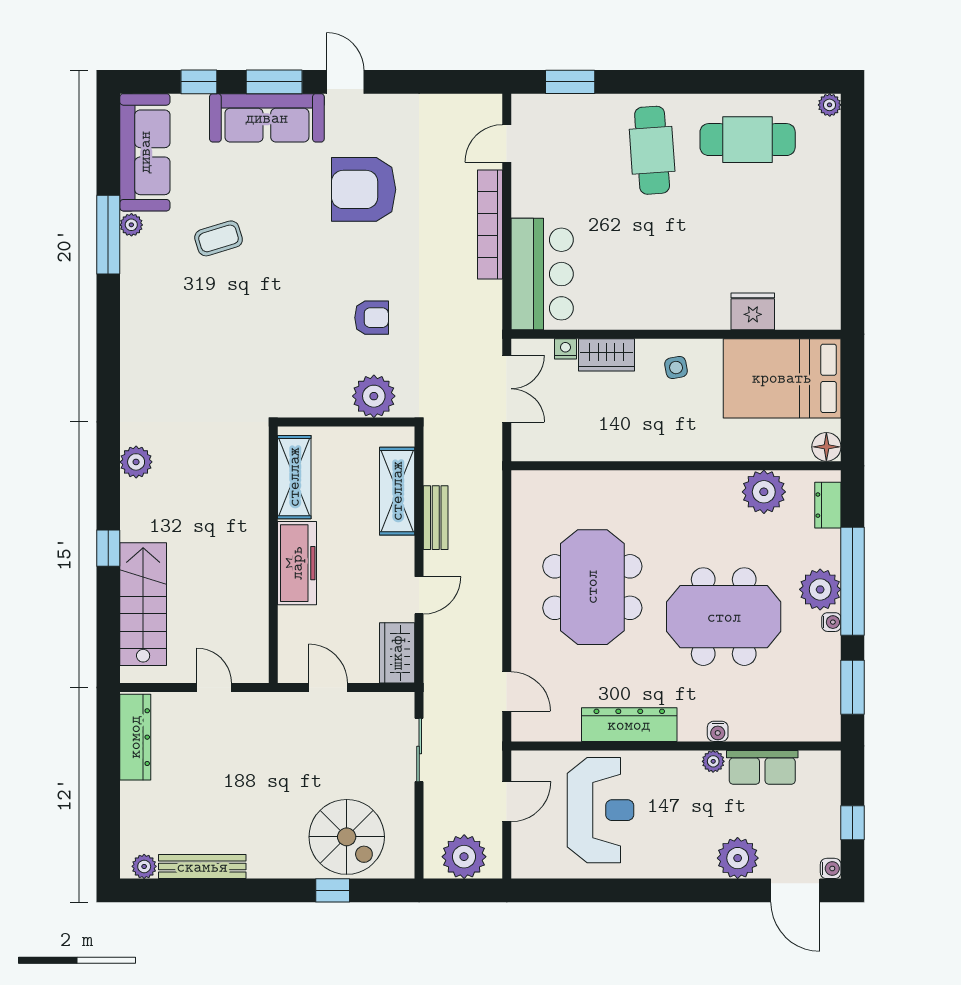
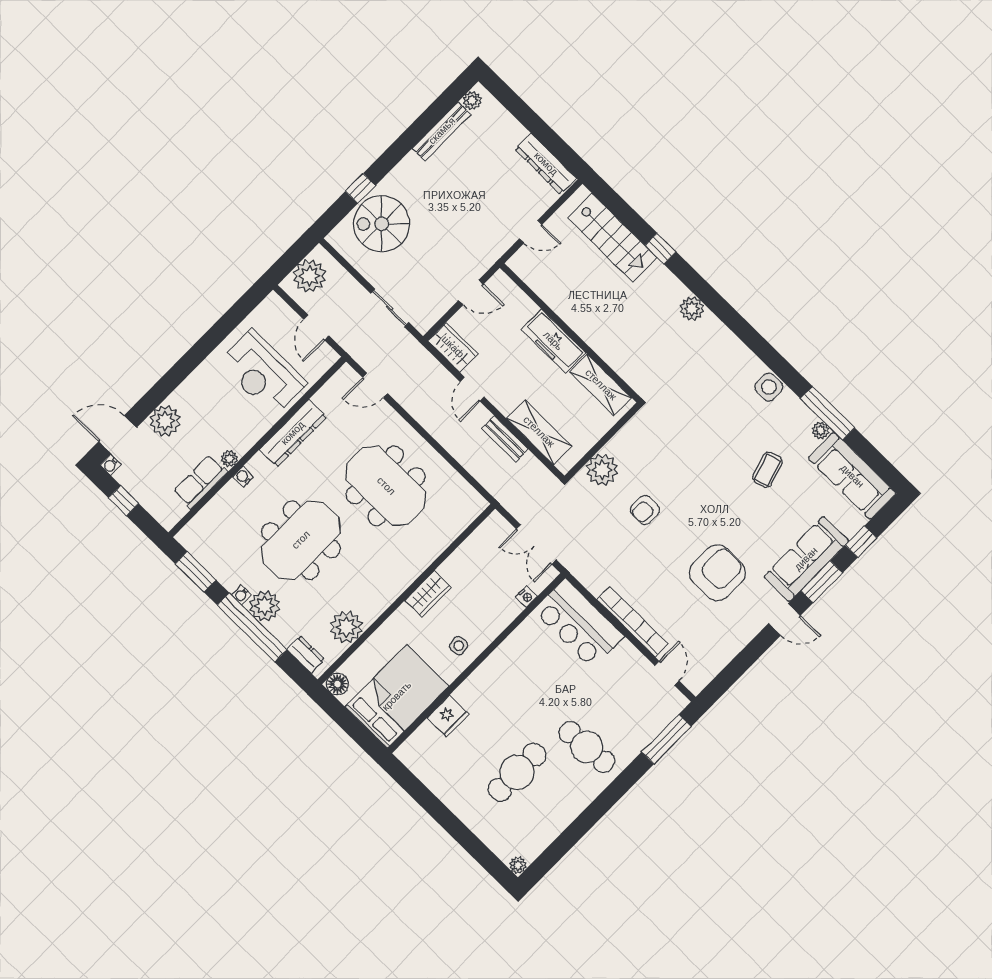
window: (570, 82) -> (666, 739), width x1.44
cafe table: (748, 140) -> (517, 772), moved
side table: (138, 315) -> (769, 387), added
wardrobe: (606, 355) -> (428, 594), moved, turned 180

